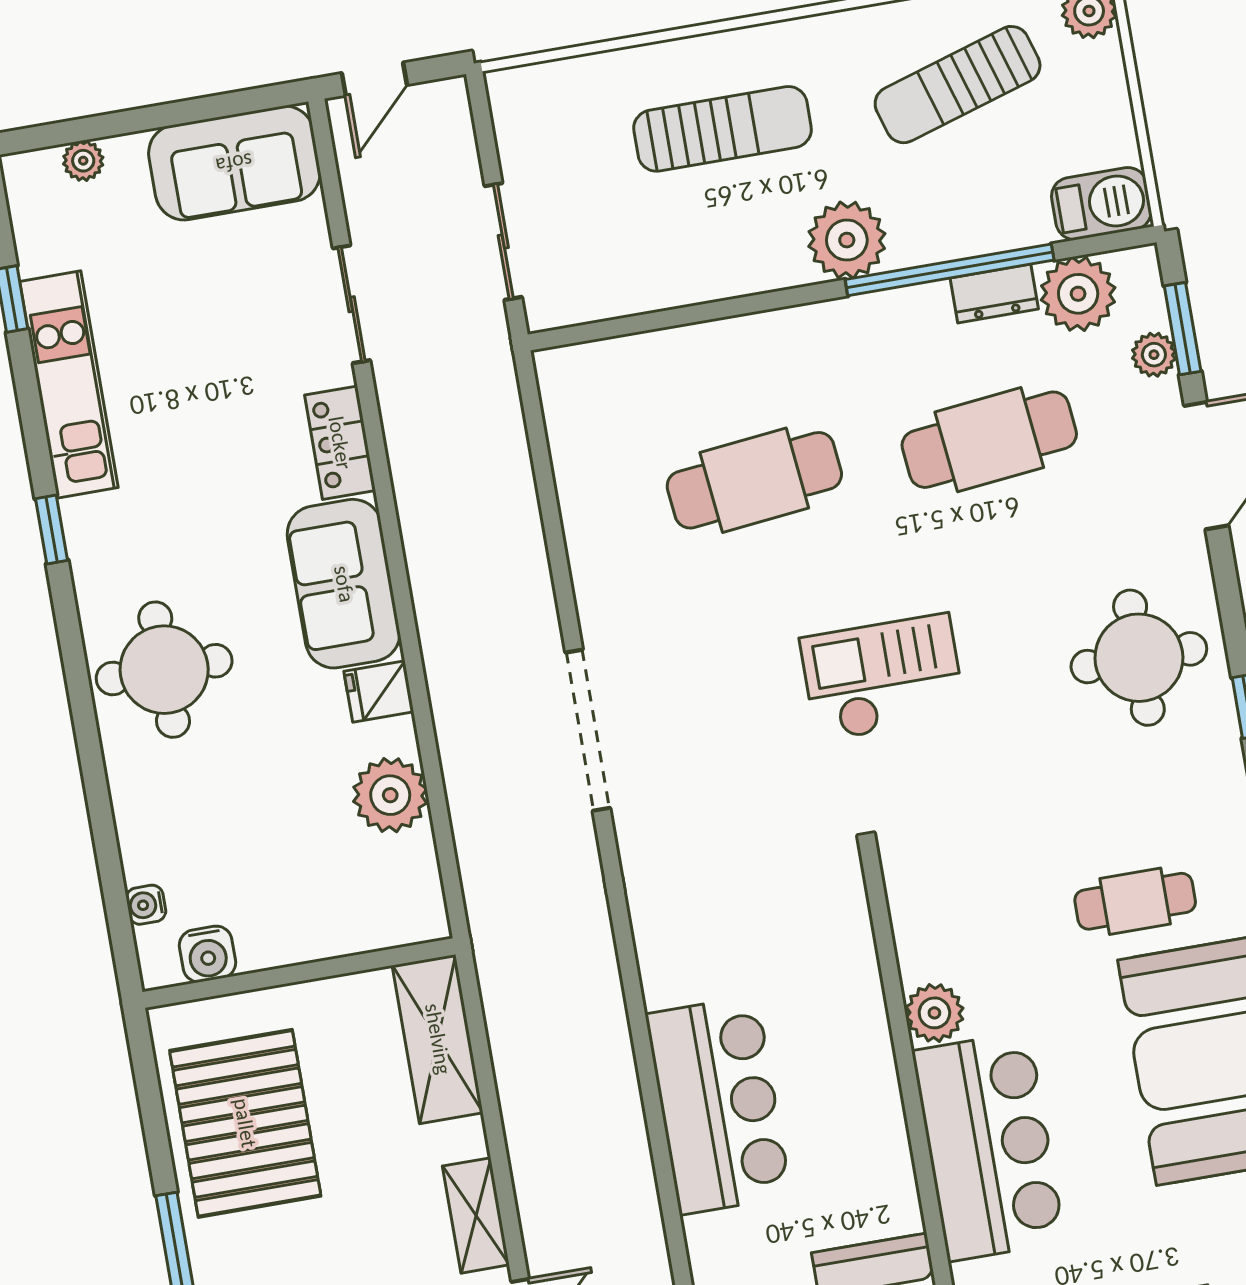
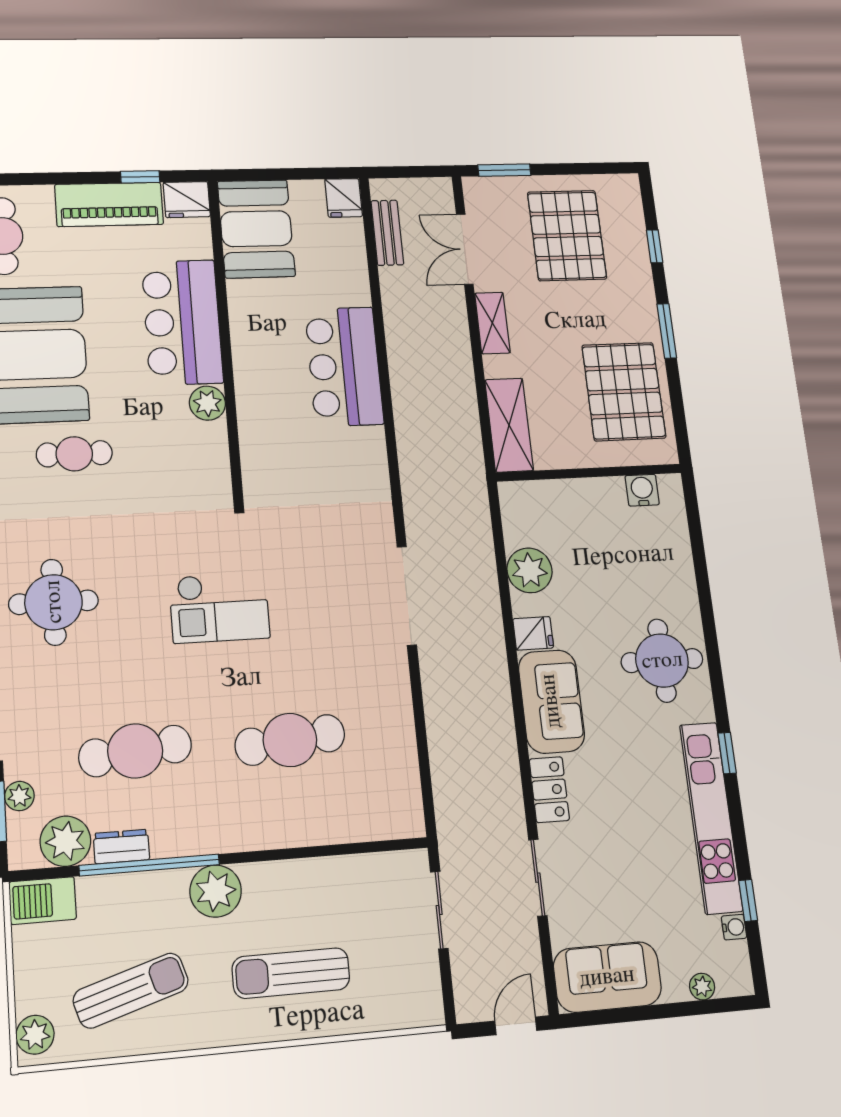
kitchen unit: (69, 385) -> (711, 817), width x1.36
water cooler: (146, 905) -> (734, 927), moved

